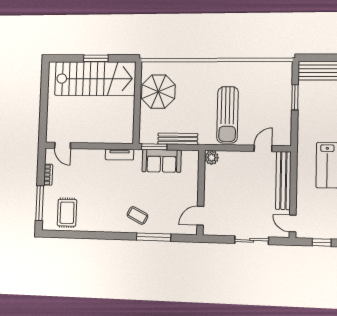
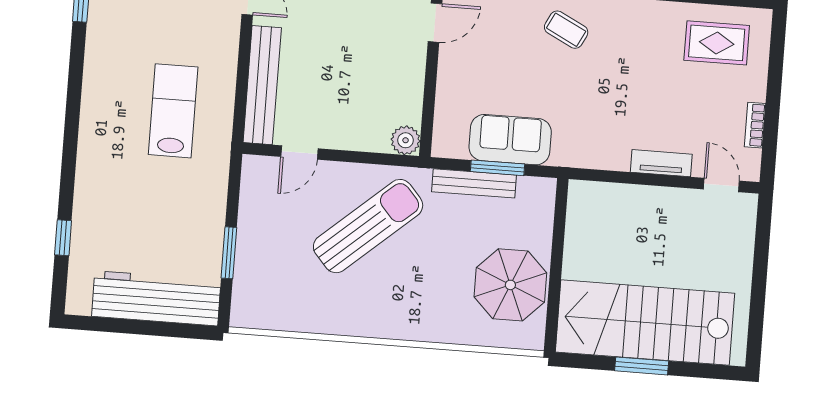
sun lounger: (228, 115) -> (368, 226), turned 49
window: (154, 147) -> (498, 168), moved
tv unit: (119, 155) -> (661, 163), moved
window: (40, 203) -> (776, 66), removed
rug: (67, 213) -> (717, 43), turned 90

